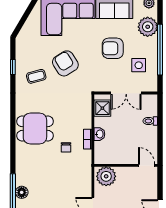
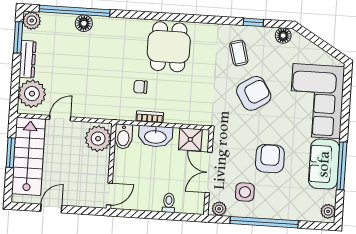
plant: (148, 27) -> (219, 209), moved, width x0.53, depth x0.53
floor lamp: (21, 44) -> (283, 36), added
washbasin: (99, 134) -> (155, 136), width x1.91, depth x1.45
bidet: (103, 158) -> (123, 136), added

